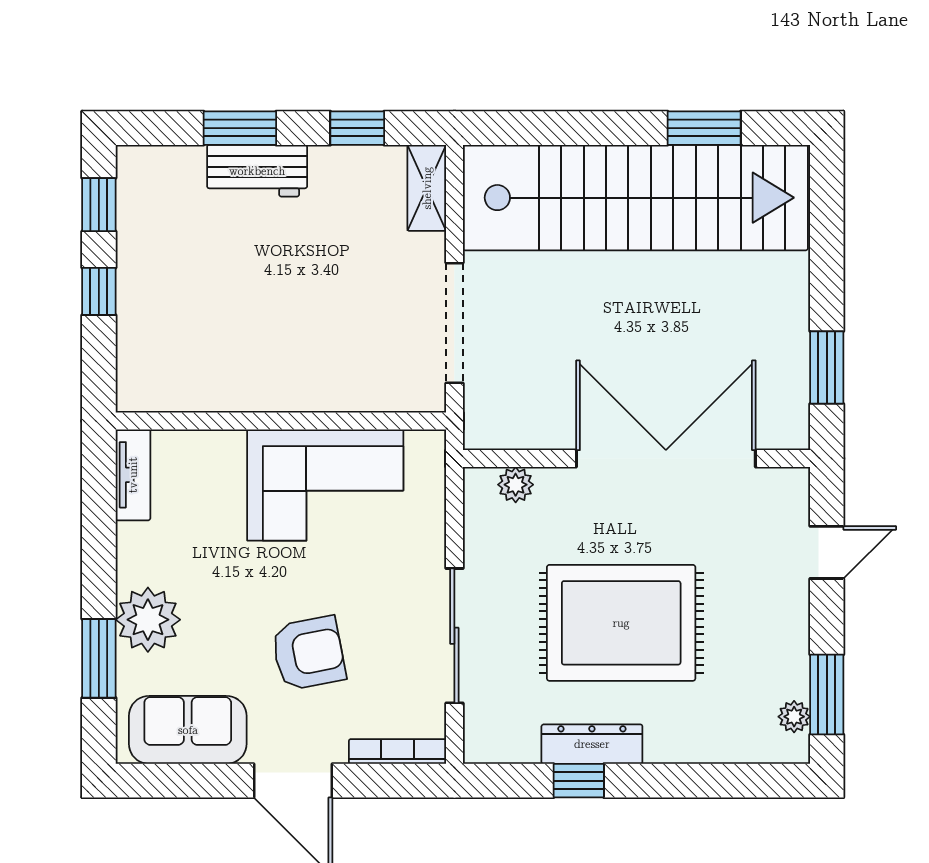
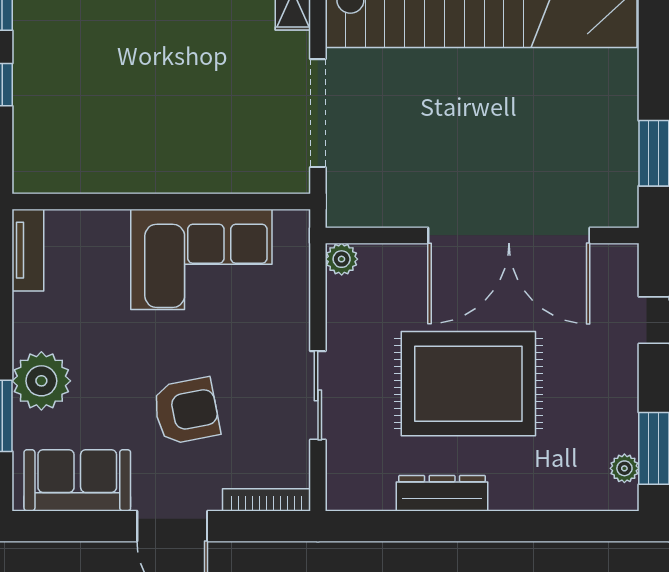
double door: (666, 459) -> (509, 235), swing flipped
plant: (516, 485) -> (342, 259), moved
sliding door: (454, 636) -> (318, 395), width x0.73
window: (579, 781) -> (430, 526), removed

